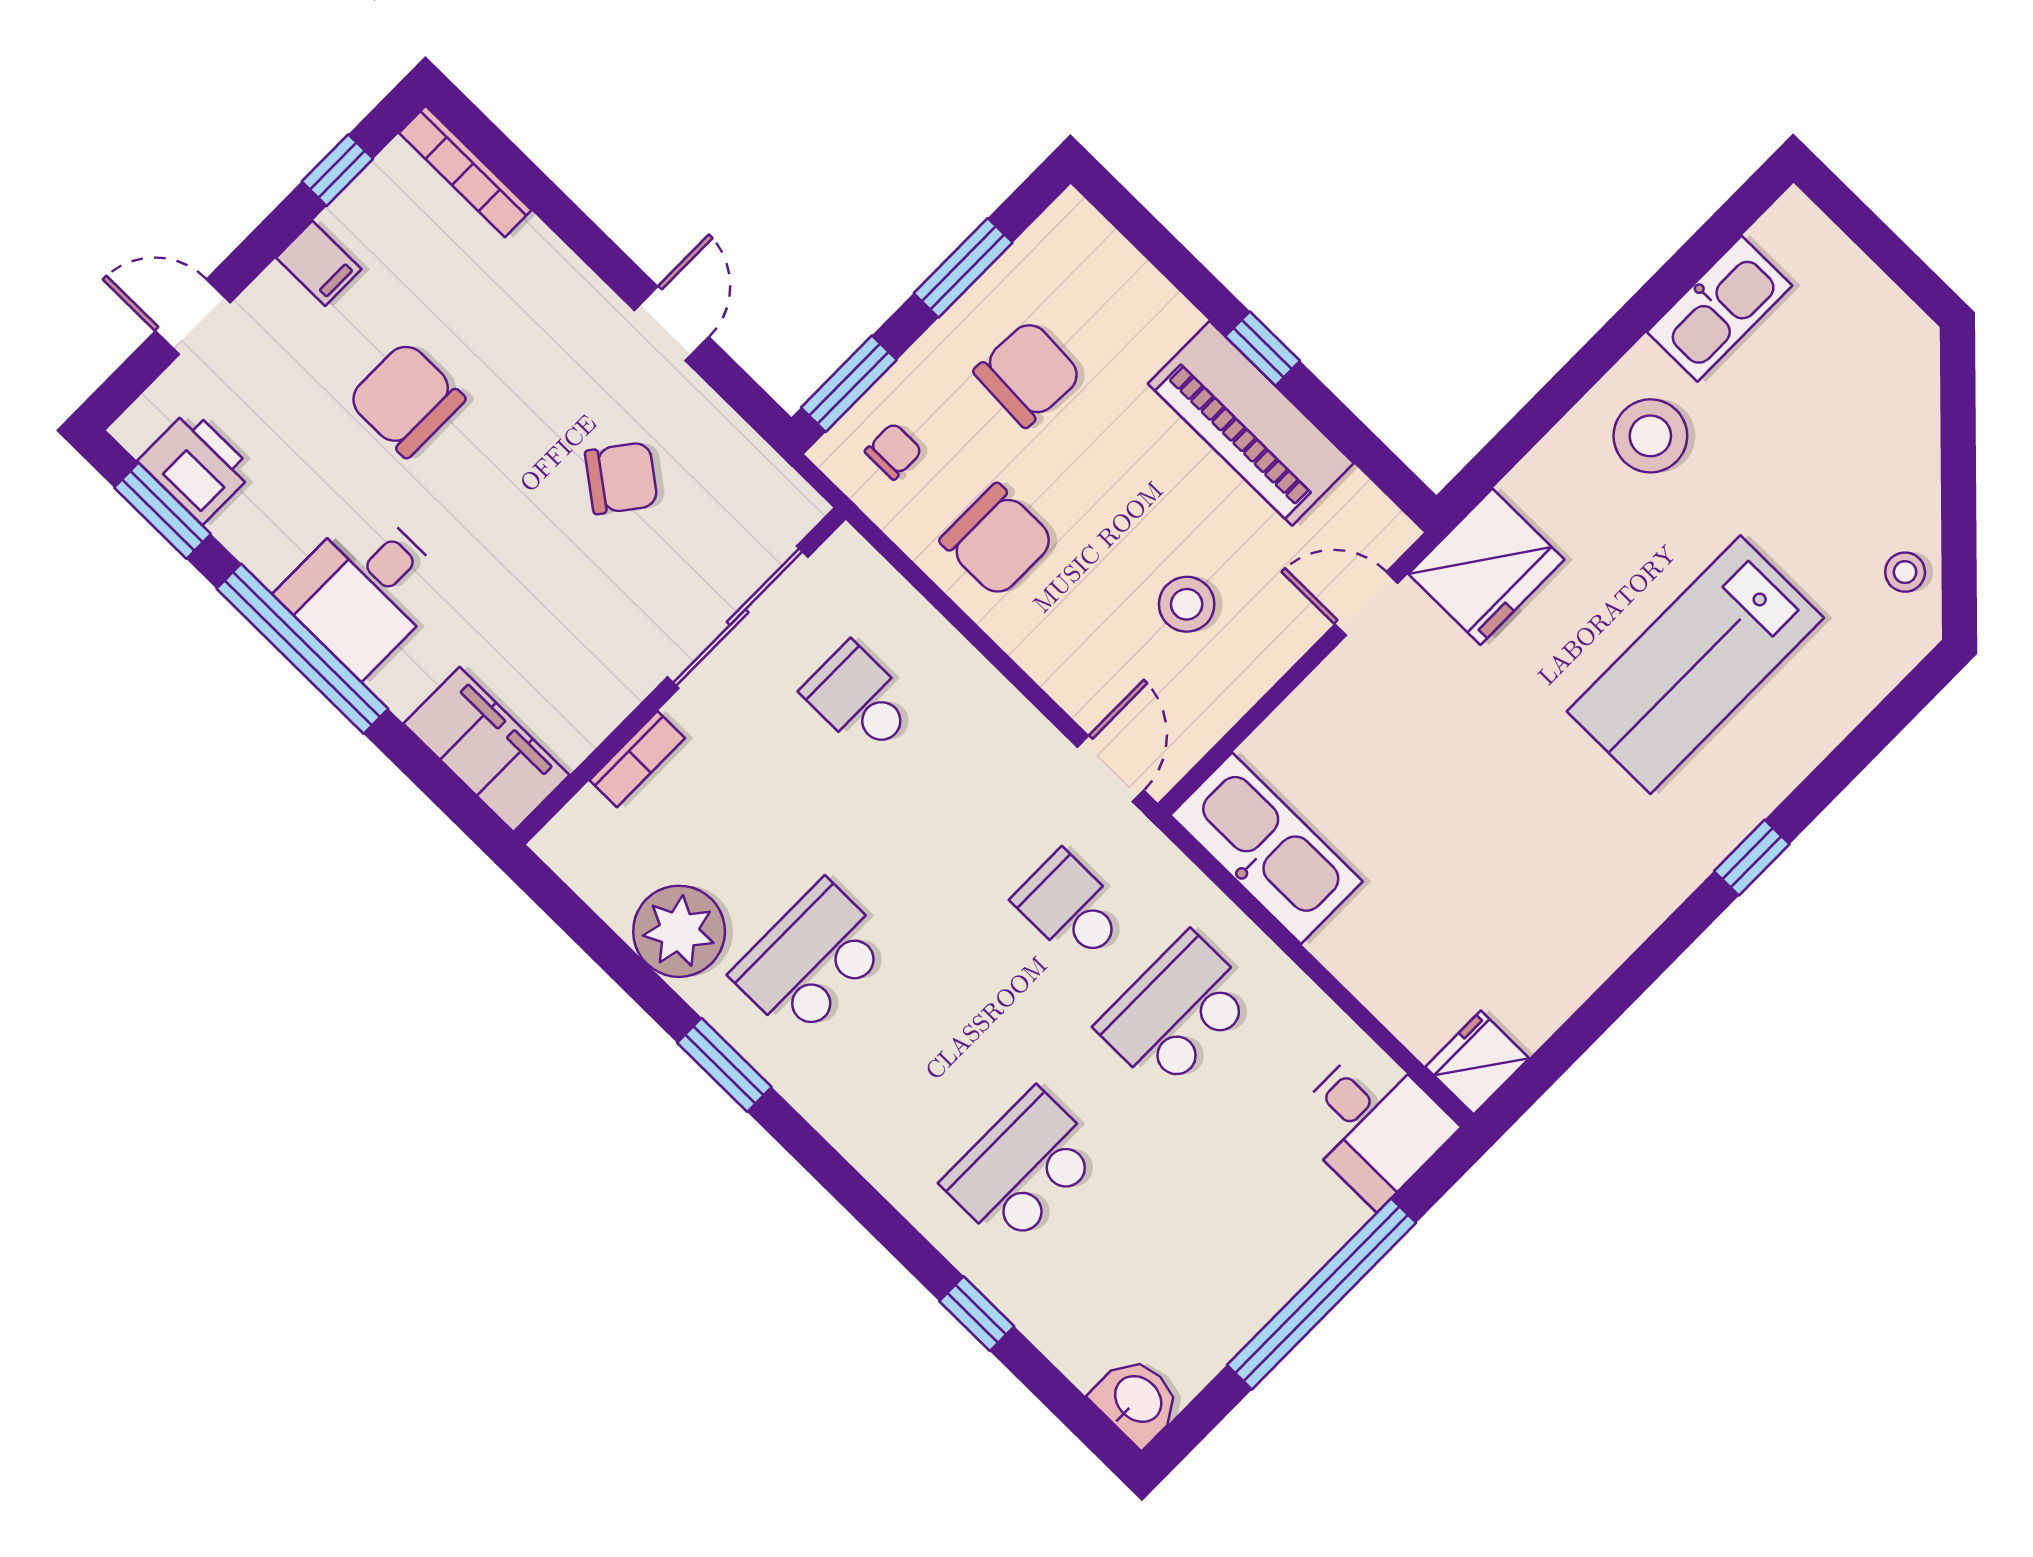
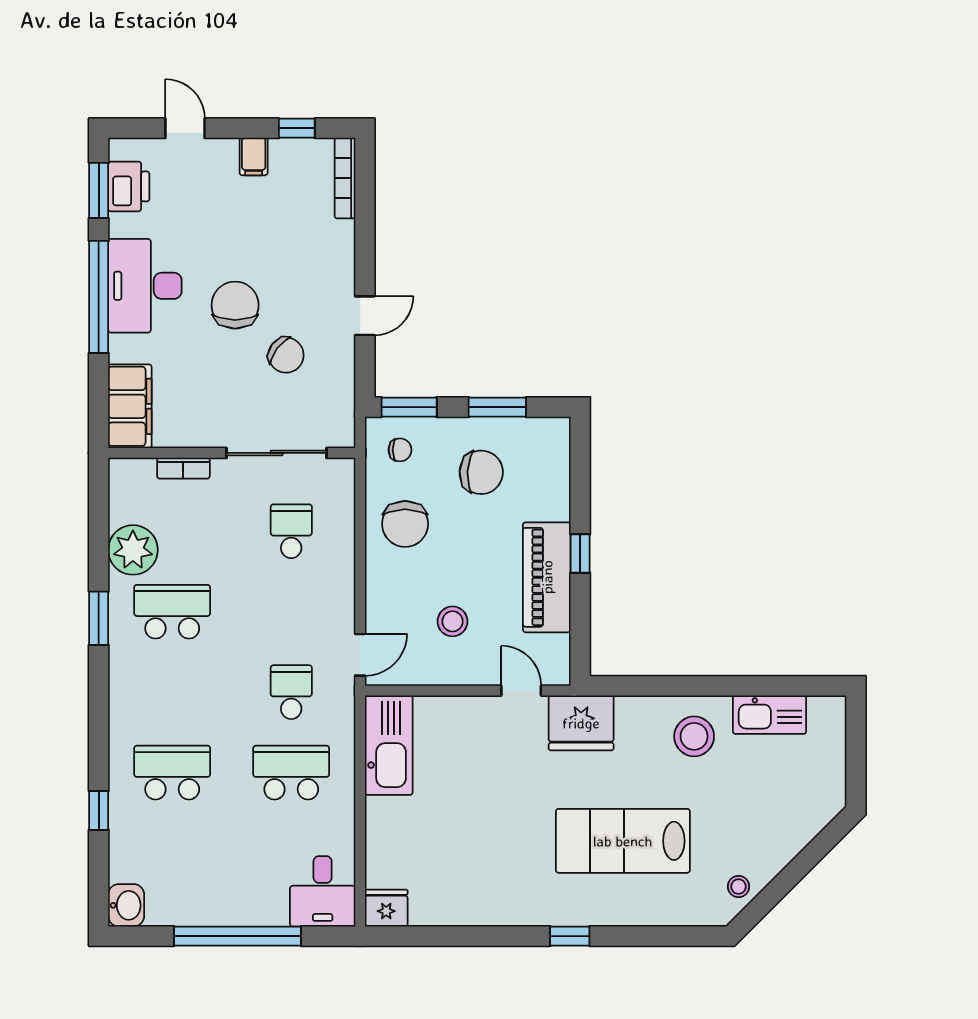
chair: (406, 399) -> (235, 305), moved
desk: (364, 590) -> (145, 286), width x1.37

